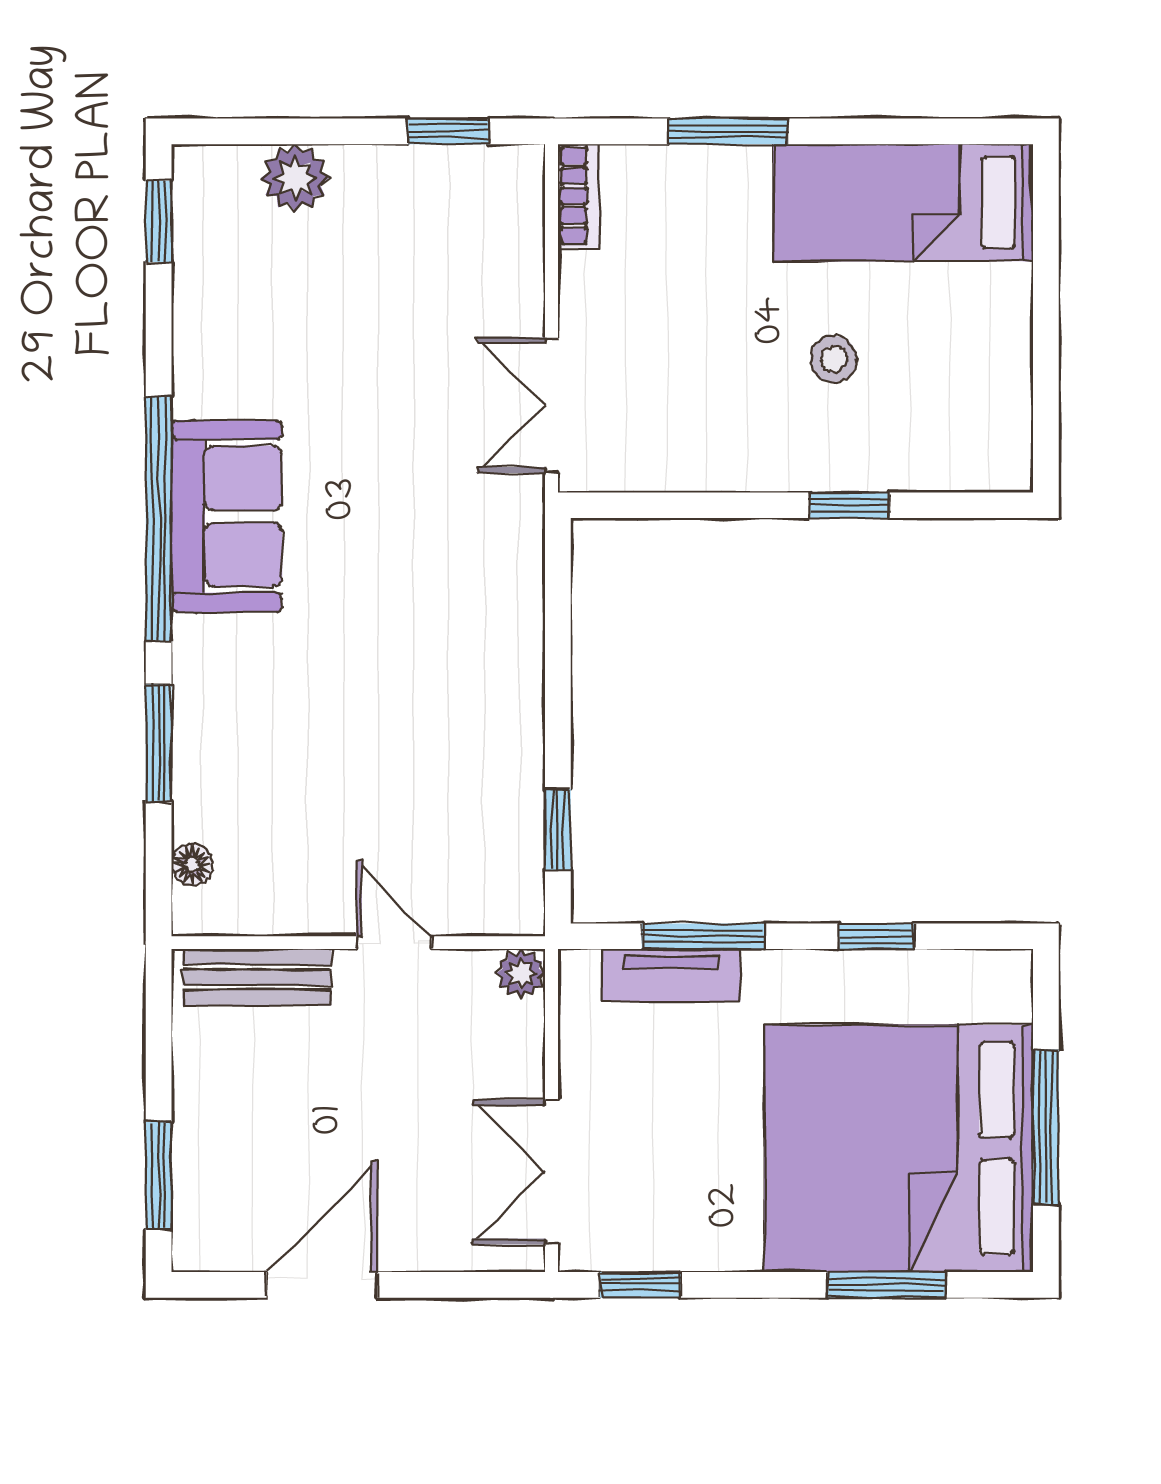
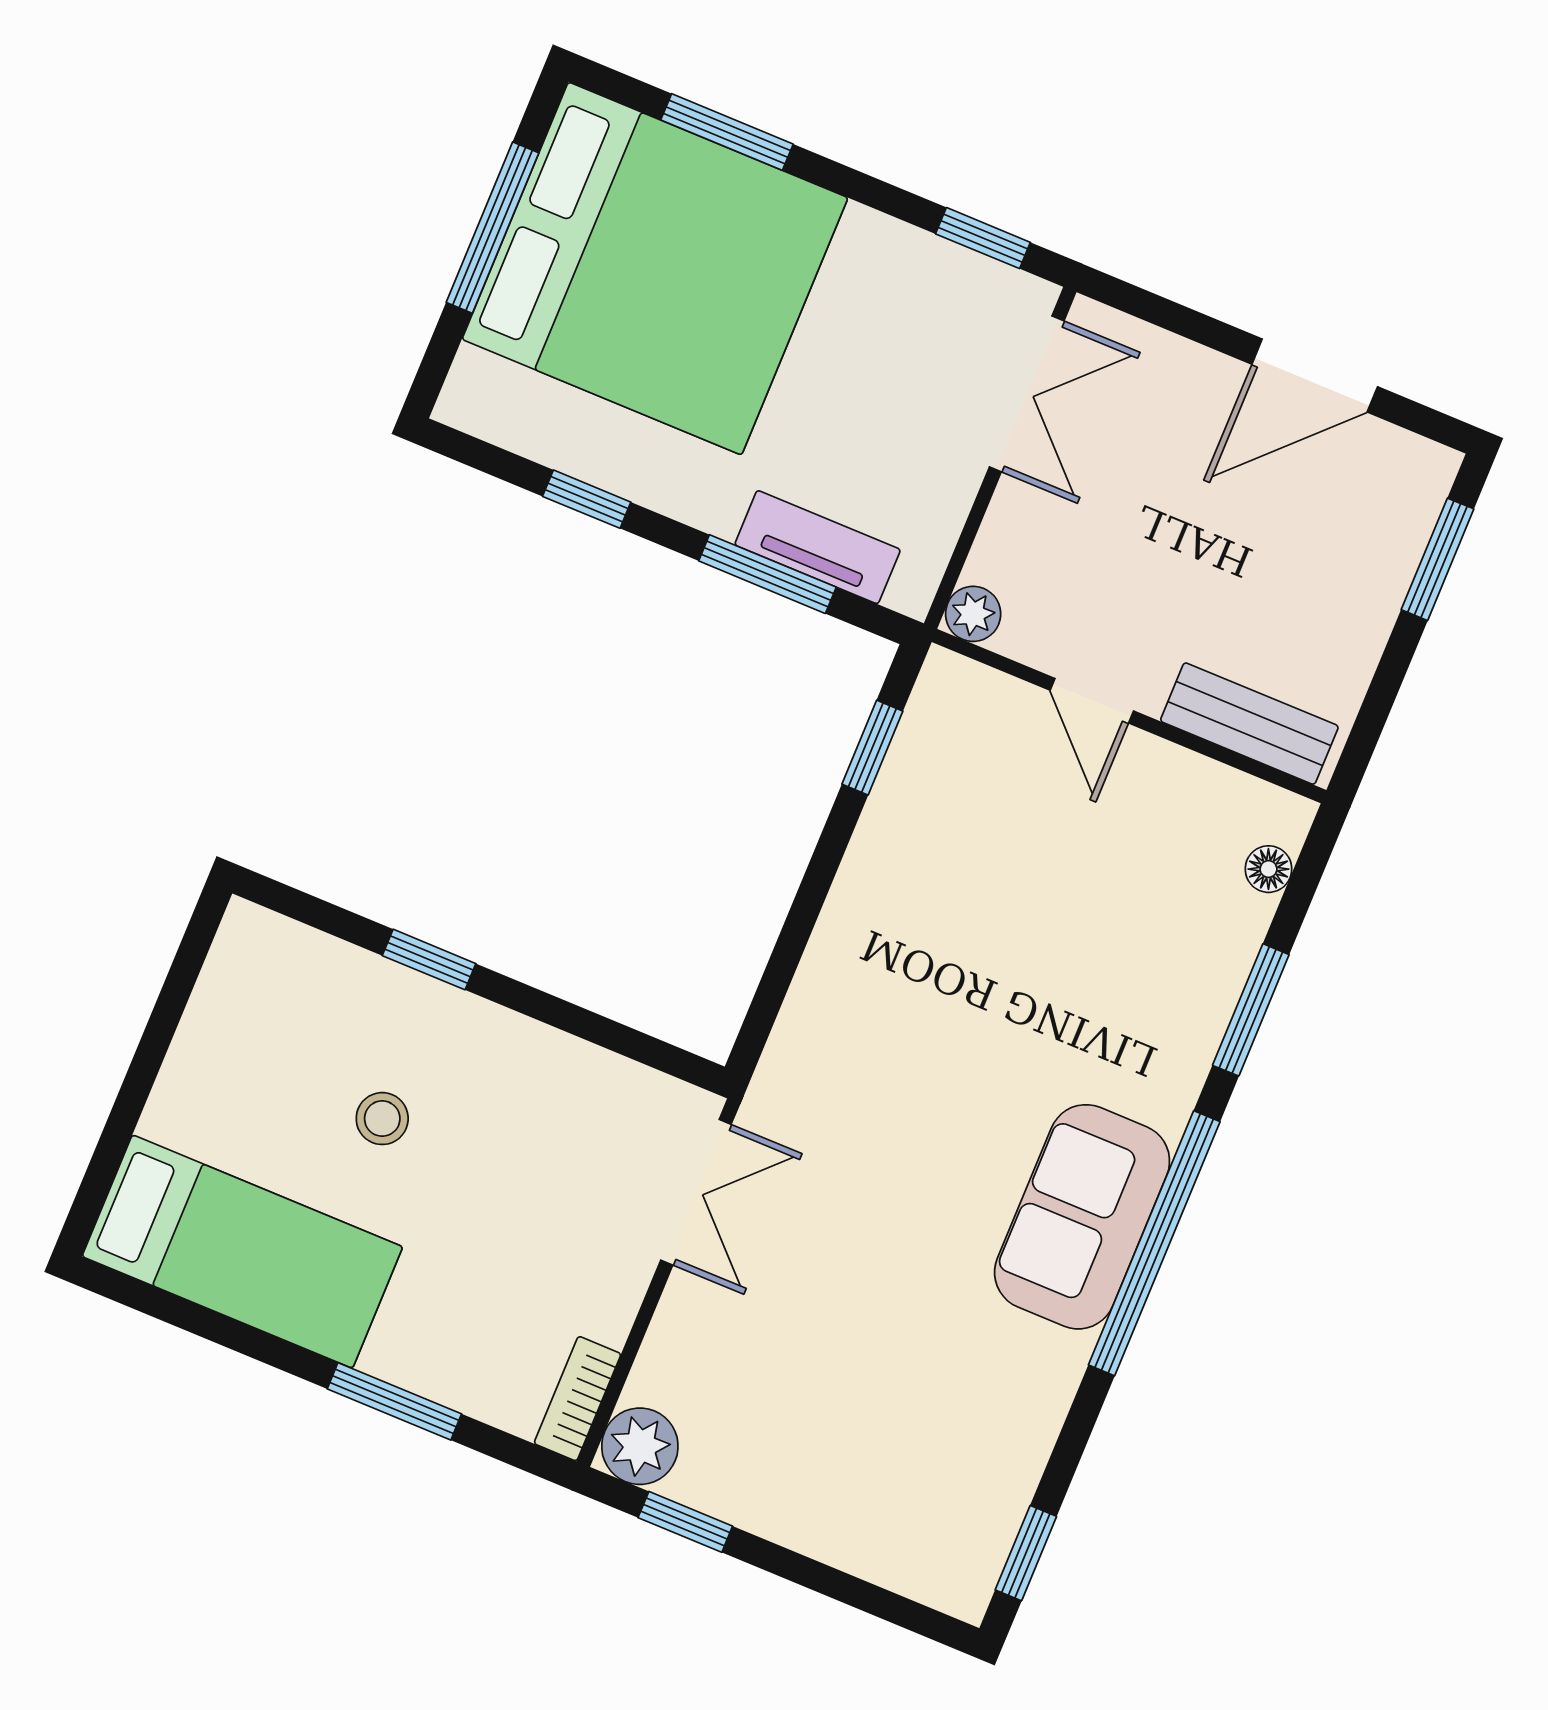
plant: (295, 178) -> (640, 1446), moved

